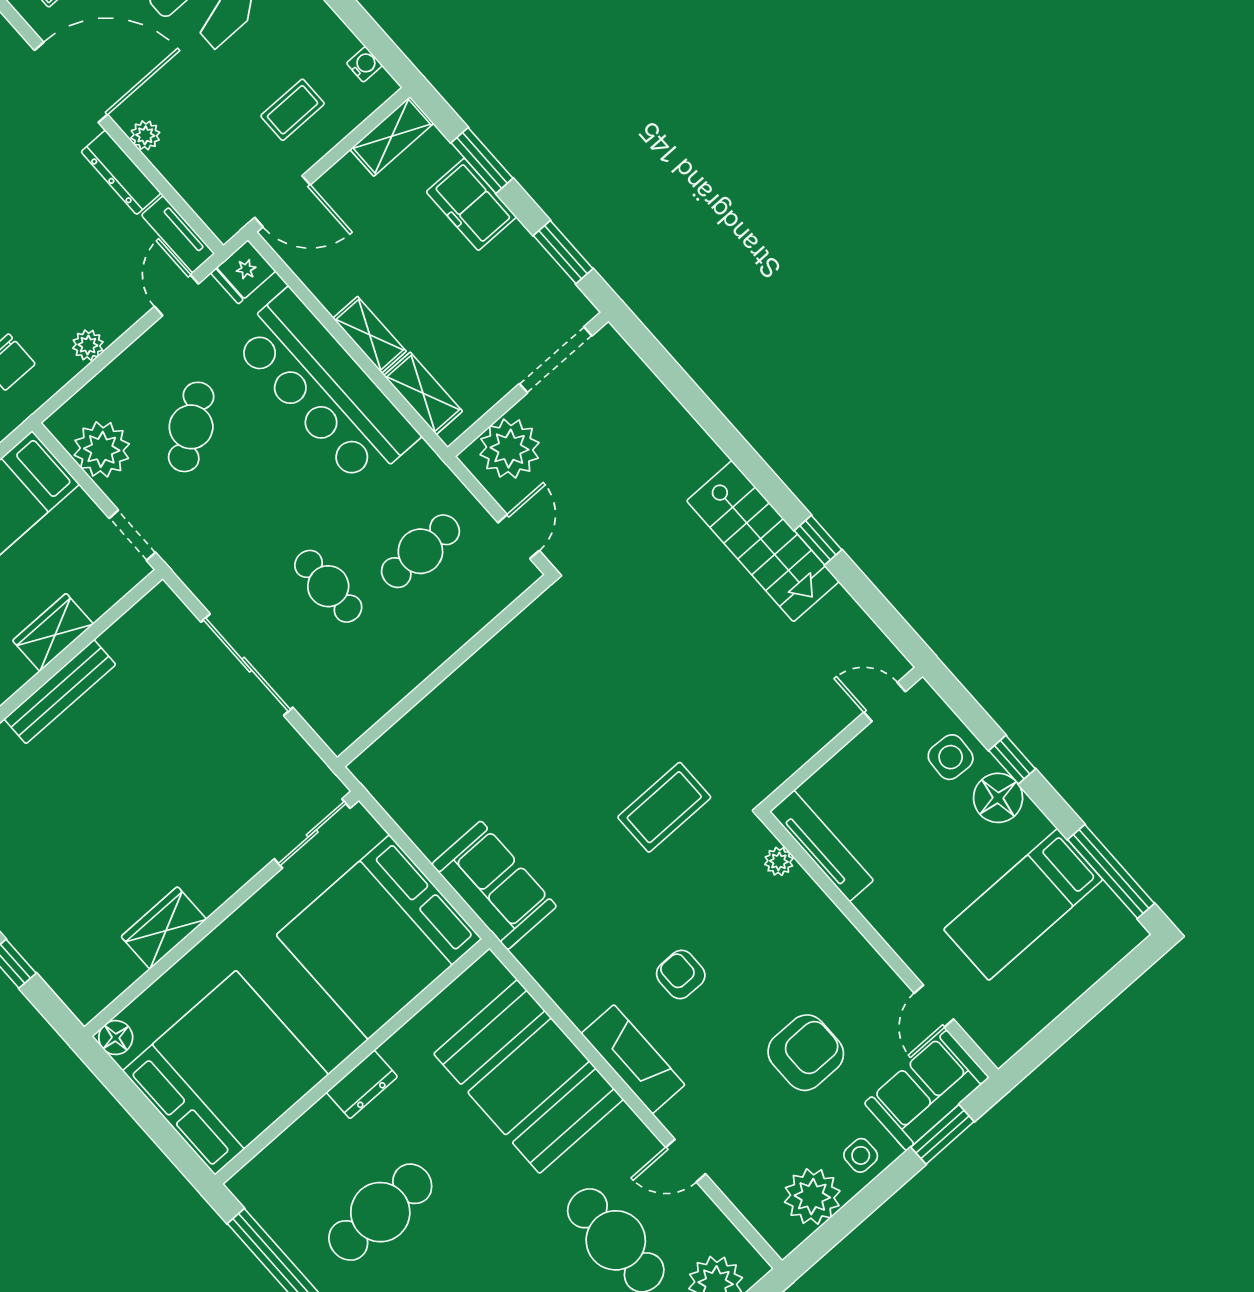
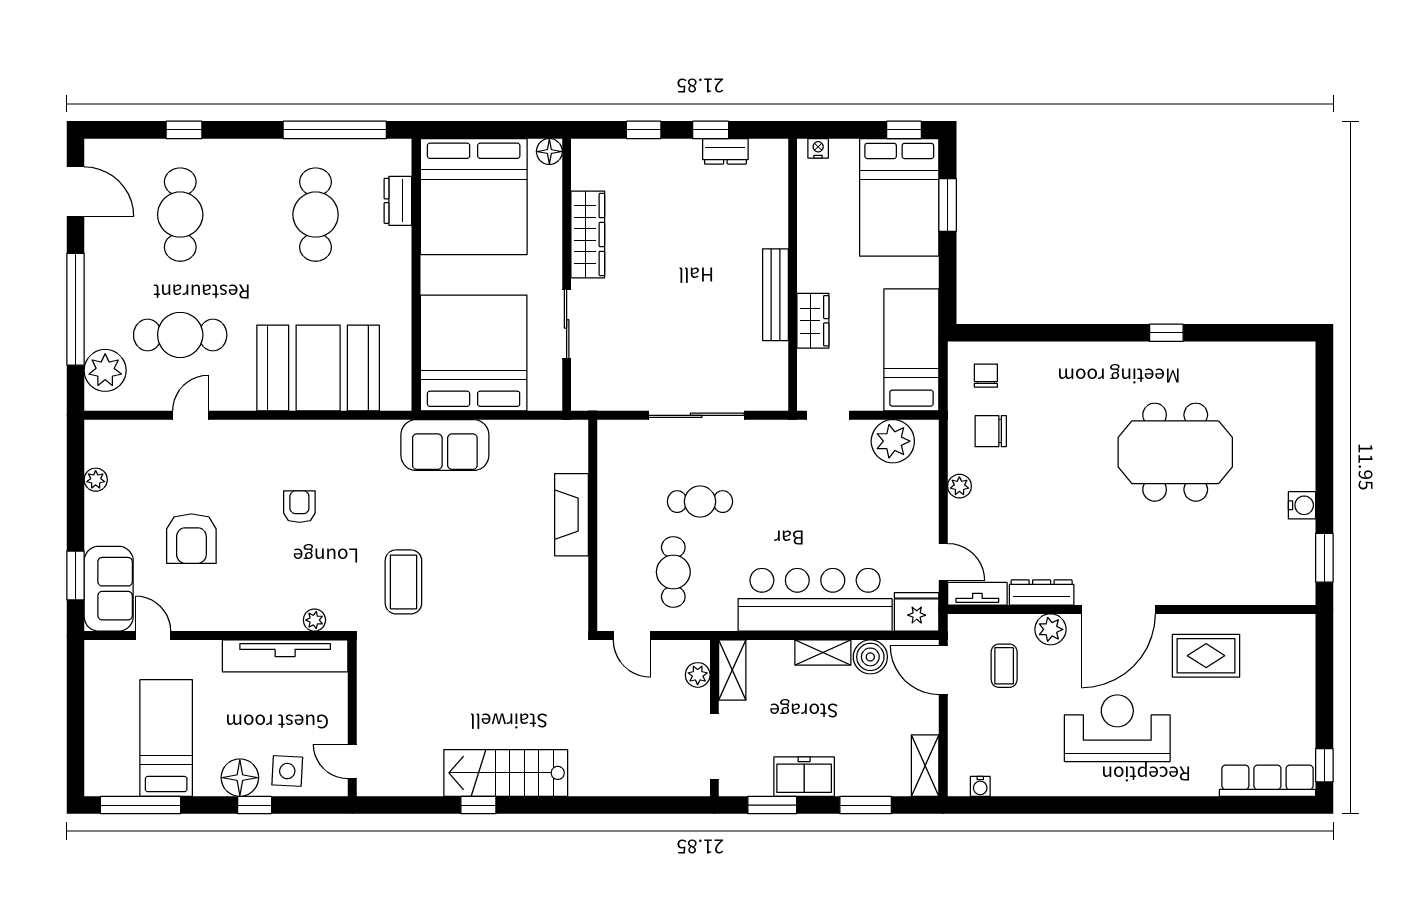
coffee table: (293, 110) -> (1004, 666), moved
plant: (145, 135) -> (1050, 629), width x1.38, depth x1.38
door: (283, 201) -> (943, 670), hinge flipped
freezer: (471, 204) -> (804, 777), moved
fridge: (243, 272) -> (917, 612), width x1.38
boiler: (333, 284) -> (870, 657), added
shelving: (423, 393) -> (732, 670), moved, turned 90
cafe table: (191, 427) -> (860, 504), removed
plant: (510, 449) -> (698, 675), width x0.53, depth x0.53
door: (885, 702) -> (352, 761), swing flipped
sliding door: (312, 833) -> (567, 324), moved
tv unit: (822, 846) -> (285, 656), width x1.36, depth x1.29
wardrobe: (164, 928) -> (588, 235), width x1.50
armchair: (681, 974) -> (299, 507), turned -90
fireplace: (633, 1059) -> (571, 515), moved, turned 90
dresser: (362, 1085) -> (398, 201), moved
side table: (861, 1155) -> (105, 518), removed
plant: (812, 1197) -> (96, 480), width x0.53, depth x0.53

